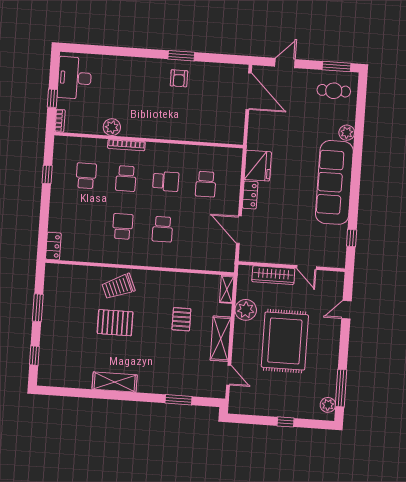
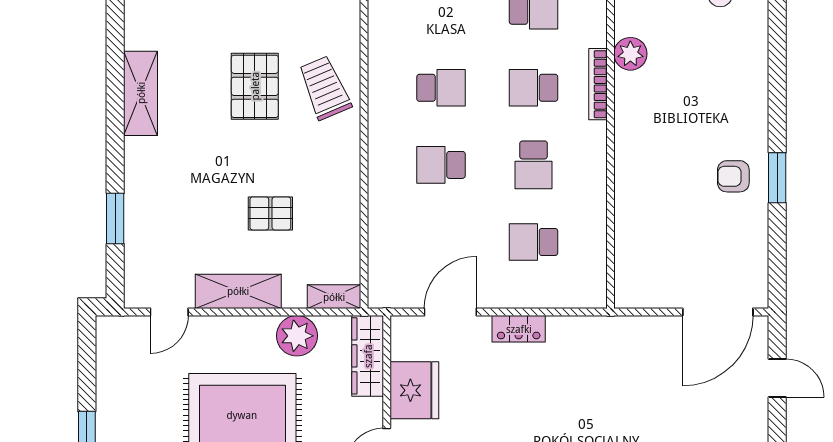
fridge: (258, 166) -> (414, 390), moved, turned -90
wardrobe: (273, 275) -> (368, 356), moved

